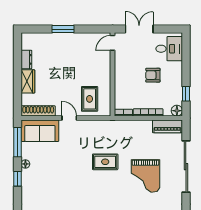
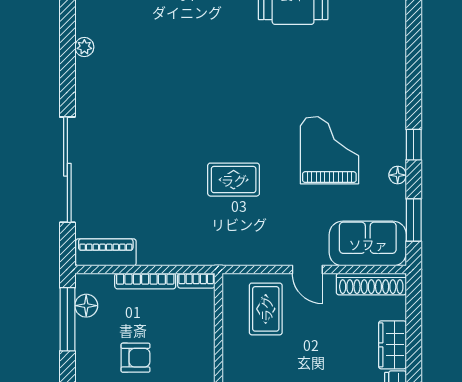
window: (186, 94) -> (67, 319), width x2.17
floor lamp: (177, 111) -> (86, 306), moved
window: (18, 142) -> (414, 220), width x0.69
grand piano: (145, 176) -> (329, 150), moved

